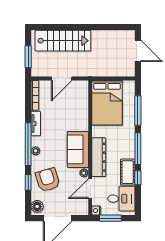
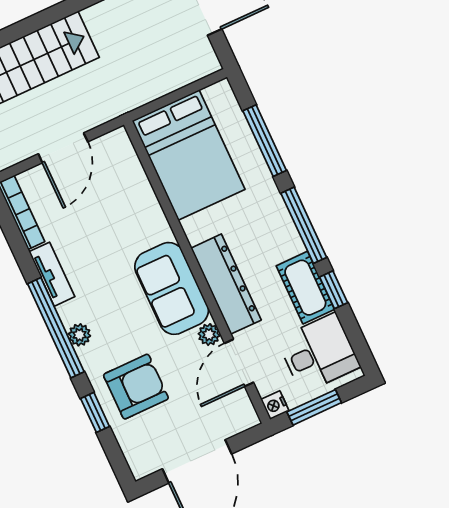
armchair: (48, 180) -> (136, 387), turned 107
floor lamp: (37, 206) -> (140, 457), removed

